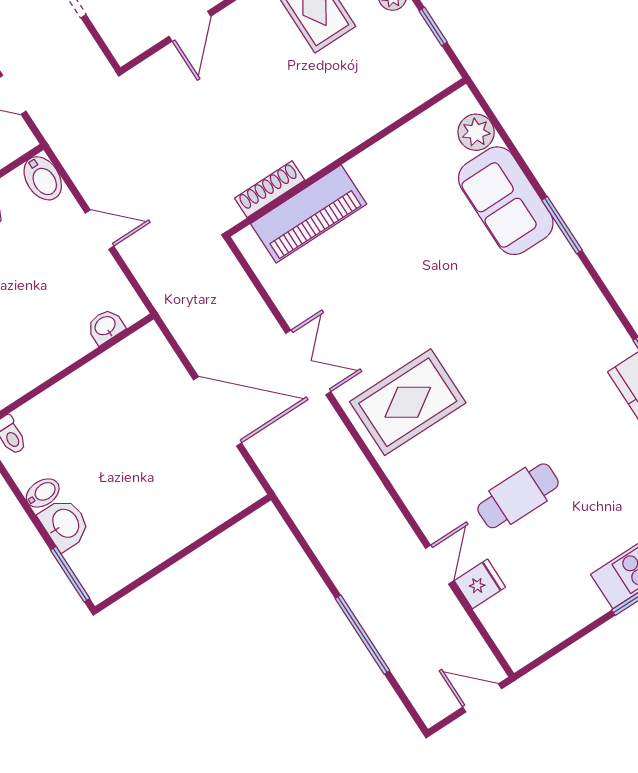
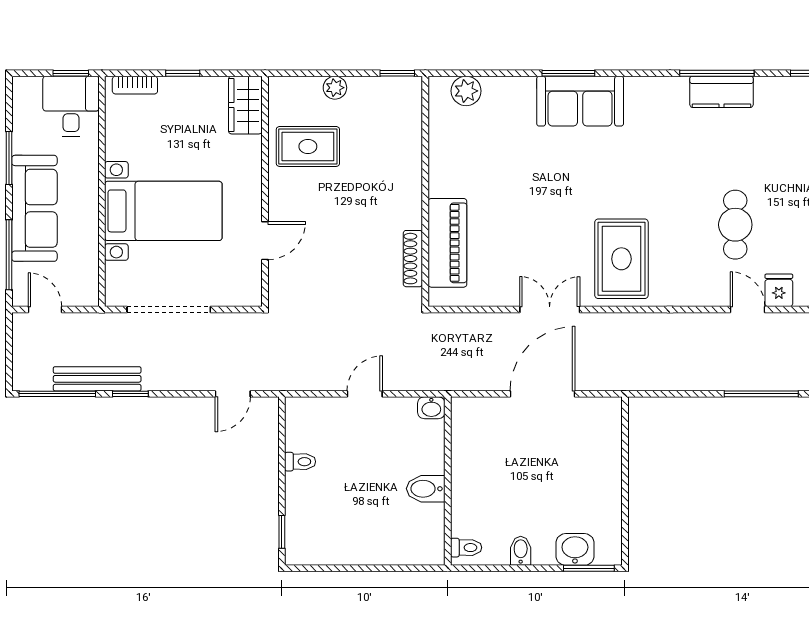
door: (190, 26) -> (265, 241), hinge flipped
window: (433, 27) -> (397, 73), moved
bidet: (43, 178) -> (426, 489), moved, turned 180
sofa: (506, 201) -> (580, 101), moved
washbasin: (105, 326) -> (431, 408), moved, turned -90
washbasin: (65, 524) -> (575, 549), moved

